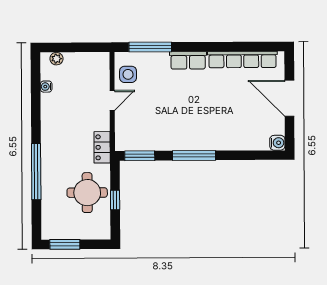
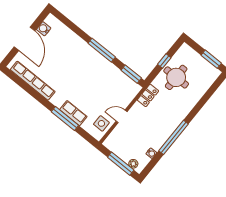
window: (71, 47) -> (121, 164), added
window: (150, 47) -> (65, 119), moved
row of seats: (188, 60) -> (73, 113), moved
water cooler: (277, 143) -> (44, 29), moved
window: (36, 172) -> (174, 137), moved

